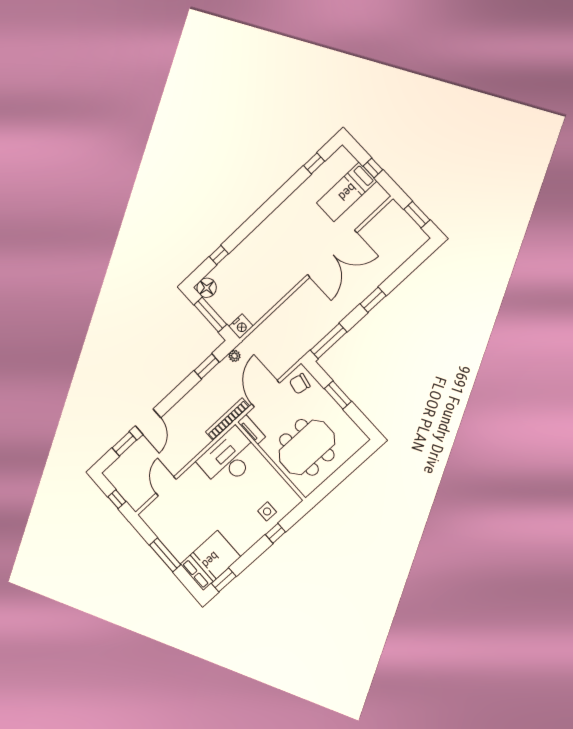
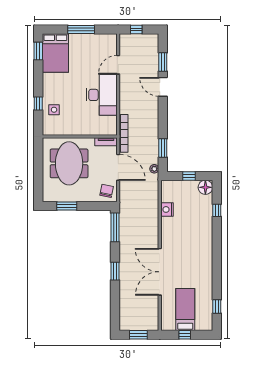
window: (210, 315) -> (189, 176), width x0.46
nightstand: (241, 326) -> (167, 209), moved
window: (338, 395) -> (67, 206), moved
desk: (229, 458) -> (102, 95), moved
door: (166, 486) -> (118, 65), swing flipped

